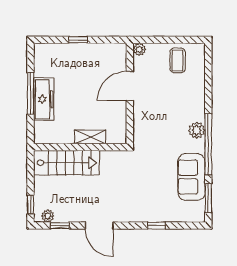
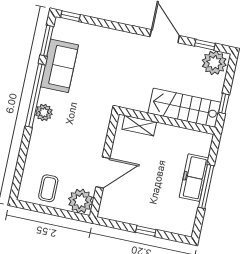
plant: (139, 49) -> (81, 201), width x1.88, depth x1.88
shelving: (90, 137) -> (139, 126), moved
window: (31, 205) -> (224, 104), moved
plant: (48, 216) -> (214, 63), width x1.87, depth x1.87
window: (156, 226) -> (70, 16), moved

